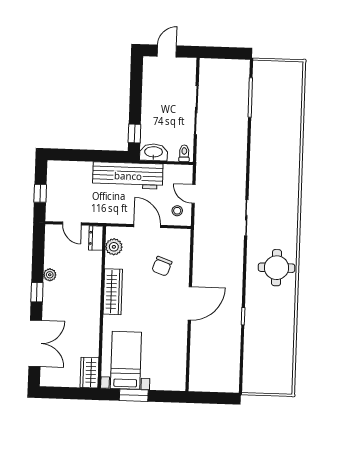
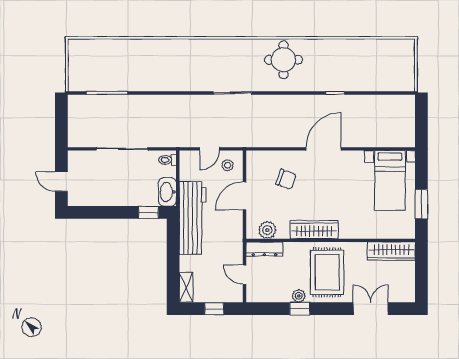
shelving: (61, 167) -> (186, 287), added
door: (72, 223) -> (245, 275), swing flipped
dresser: (96, 238) -> (264, 249), width x1.44
window: (37, 292) -> (300, 309), moved
rug: (71, 303) -> (327, 272), added
door: (190, 303) -> (324, 149), hinge flipped
double door: (35, 343) -> (371, 309), width x0.73
bed with nightstands: (126, 360) -> (390, 180), moved, turned -90
wardrobe: (89, 373) -> (391, 251), width x1.50

